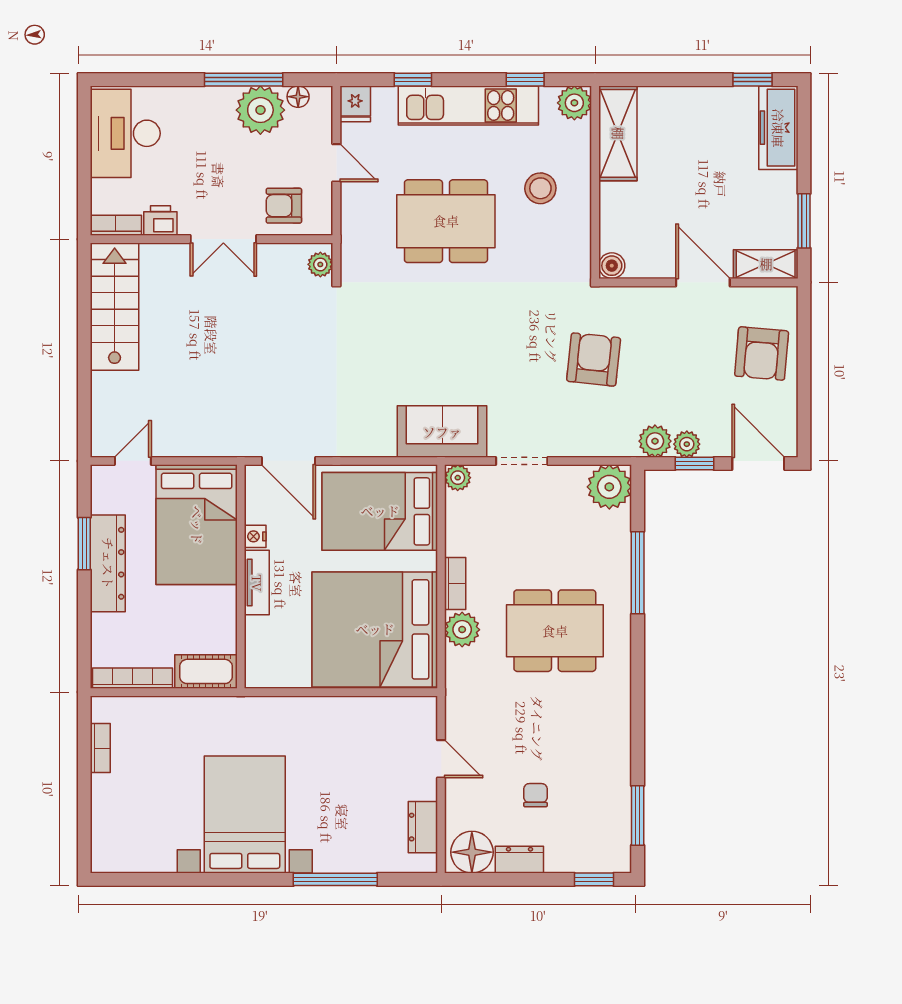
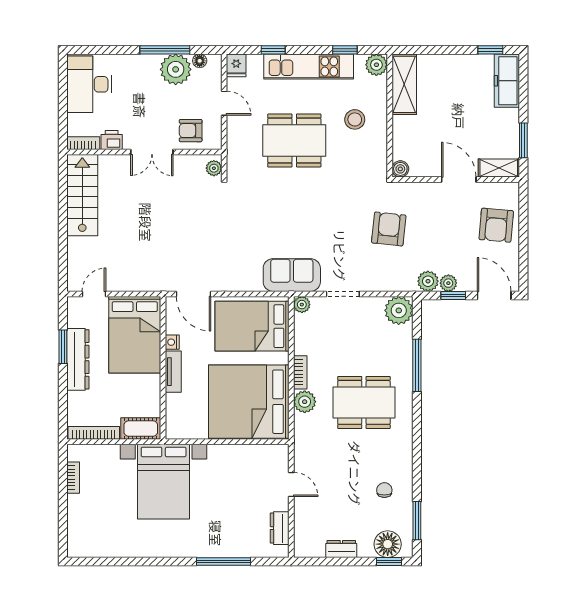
chair: (535, 795) -> (384, 490), moved
bed with nightstands: (245, 815) -> (164, 482), moved, turned 180
floor lamp: (472, 852) -> (388, 544), moved

